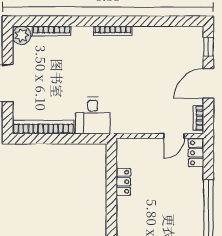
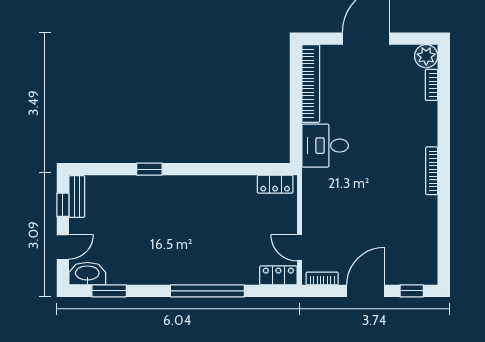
bookcase: (51, 31) -> (432, 85), width x0.64
door: (208, 84) -> (365, 291), hinge flipped
locker: (123, 182) -> (275, 184), moved

